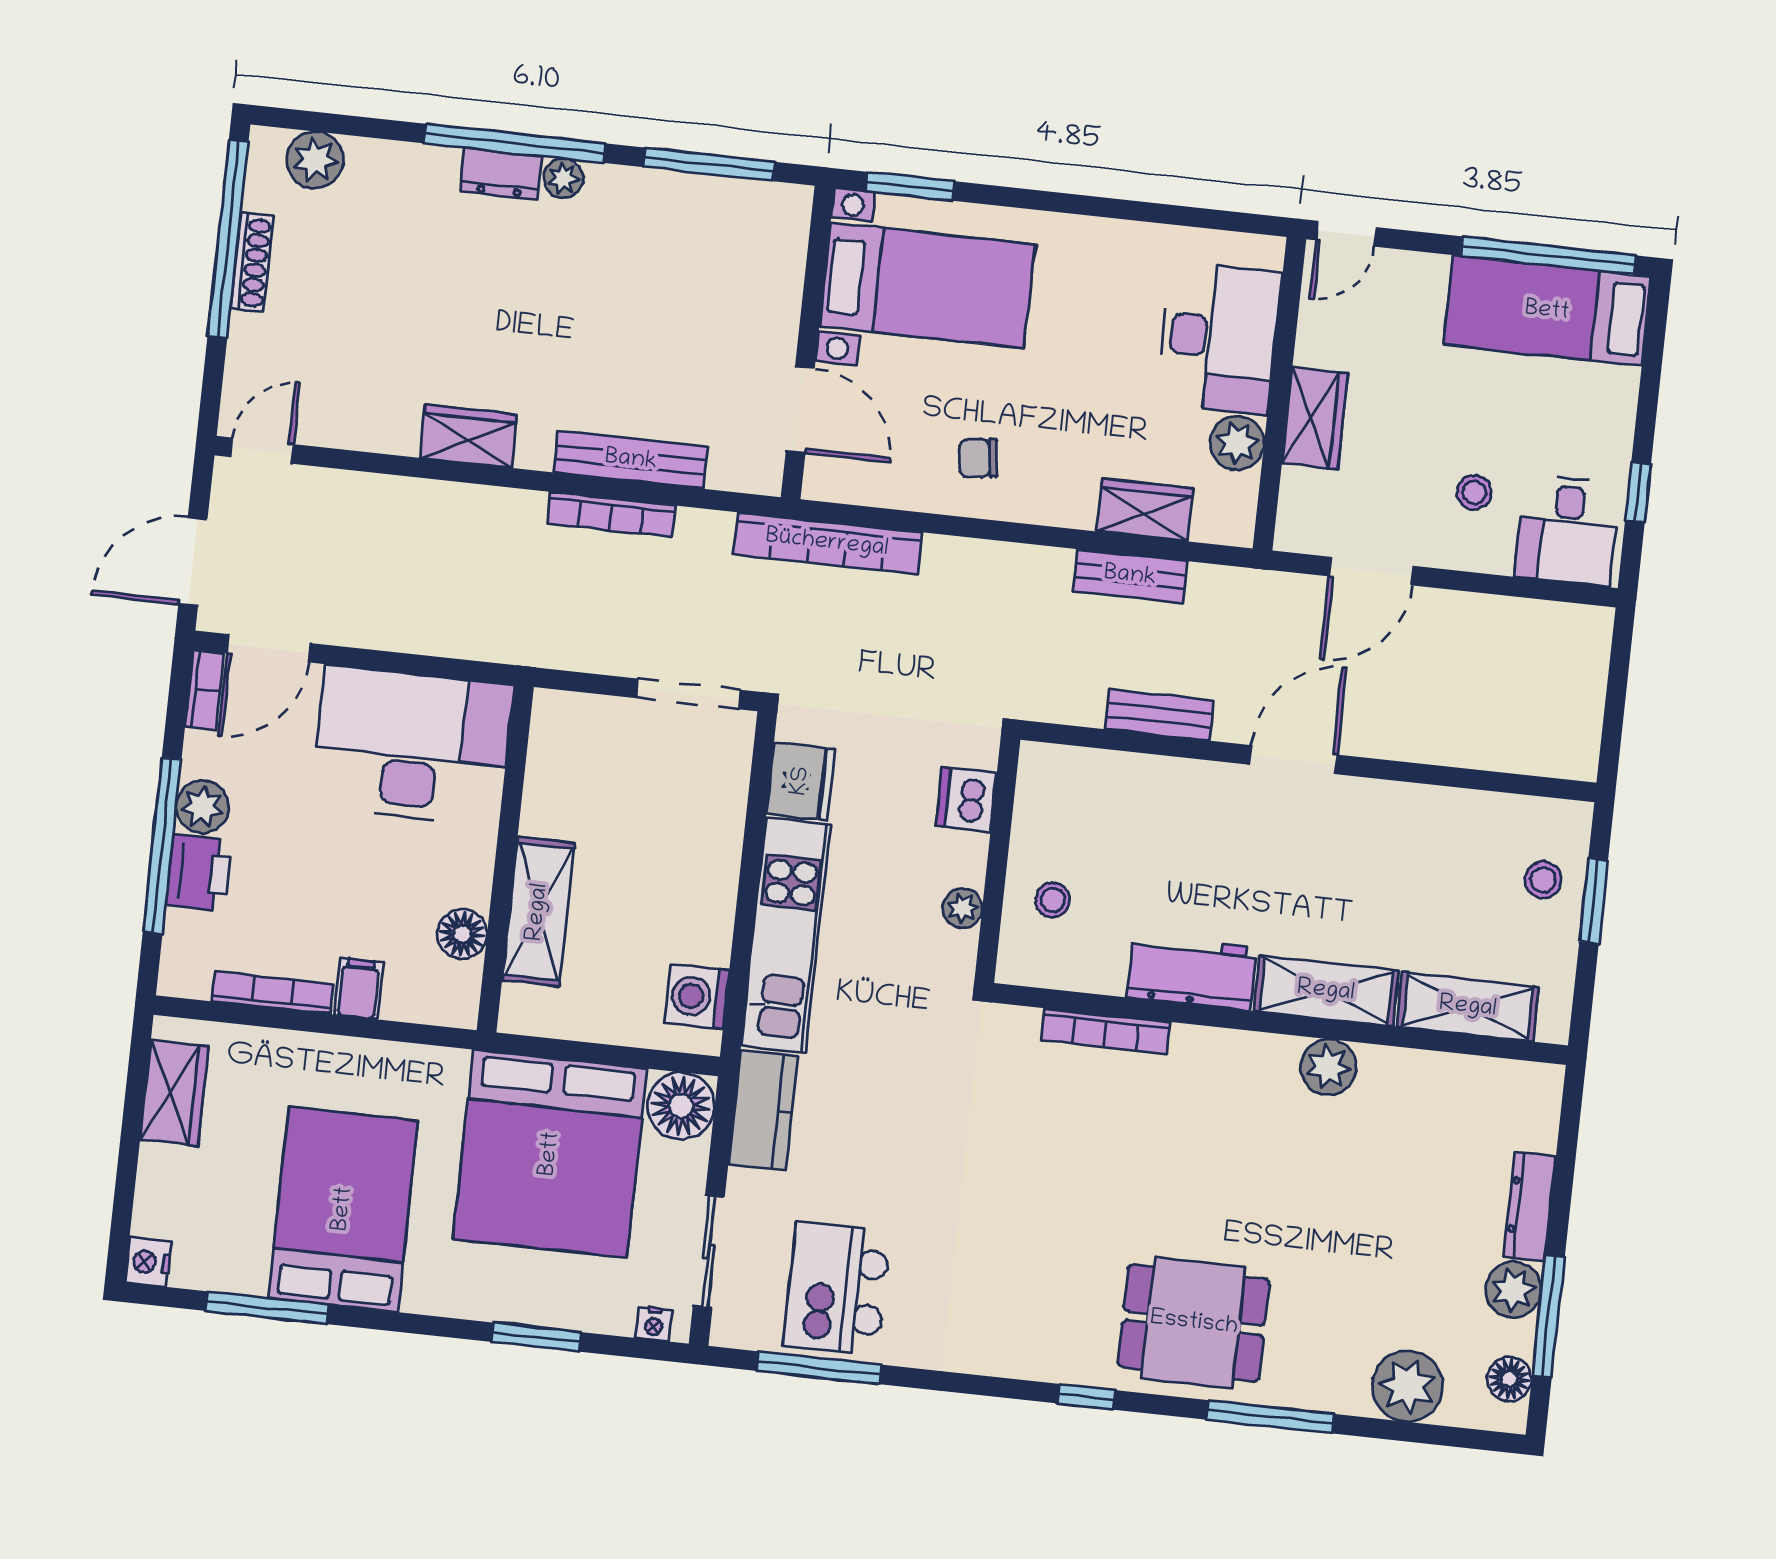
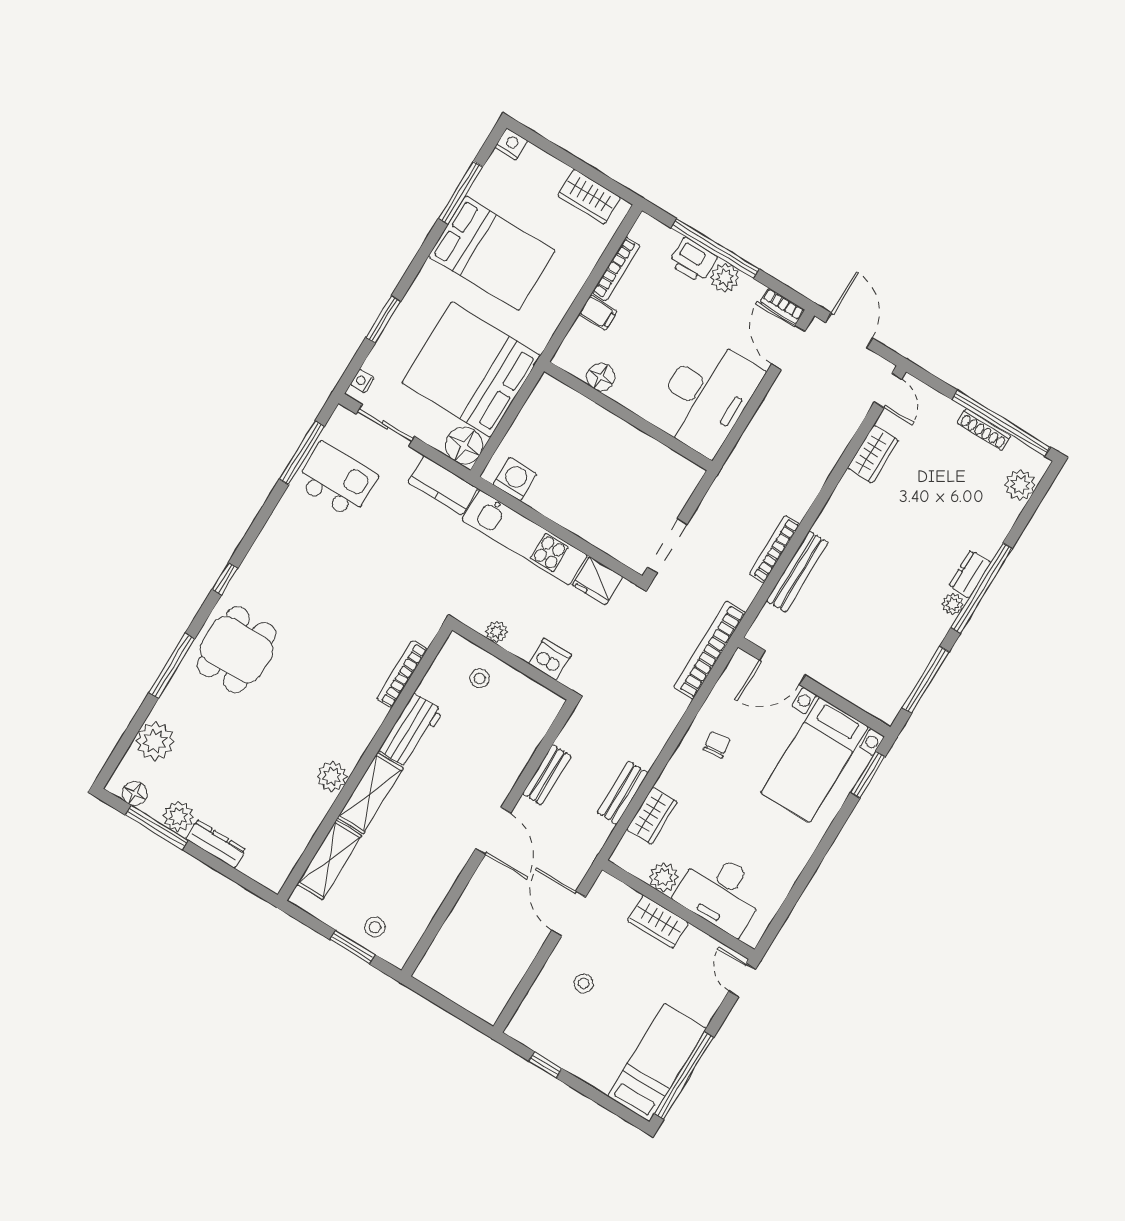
wardrobe: (468, 436) -> (873, 454), moved
desk: (1567, 530) -> (543, 1021), removed
shelving: (538, 912) -> (594, 420), removed

